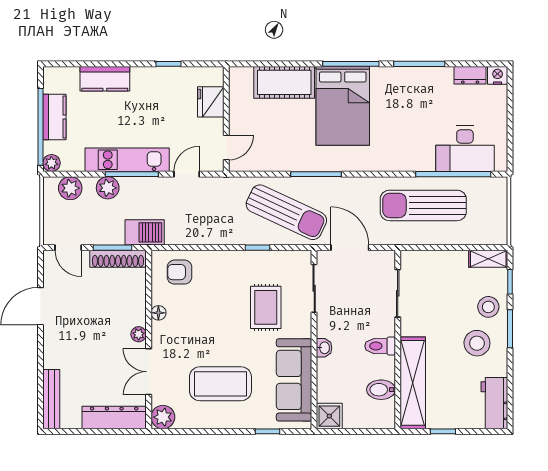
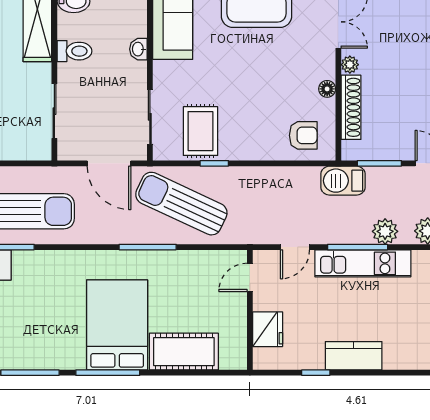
kitchen counter: (105, 79) -> (354, 356), moved
shoe rack: (118, 259) -> (351, 107), moved, turned 90
rug: (266, 307) -> (200, 131), moved

